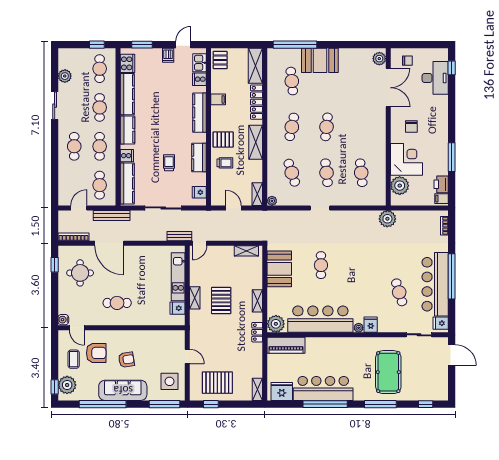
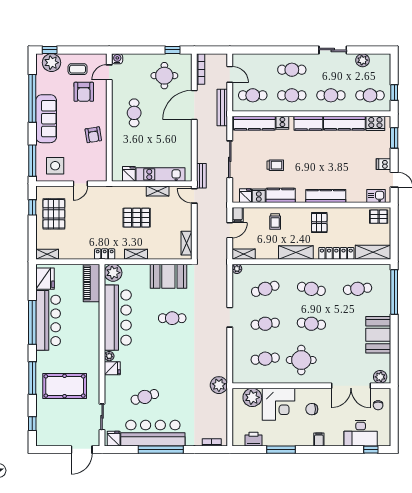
booth: (320, 60) -> (378, 335), moved
cooker: (199, 79) -> (259, 196), moved
filing cabinet: (218, 99) -> (238, 215), moved
round table: (363, 137) -> (301, 360), added
pallet: (223, 140) -> (319, 223), moved
filing cabinet: (441, 199) -> (319, 440), moved
shelving: (195, 298) -> (158, 191), moved
armchair: (126, 360) -> (93, 135), moved

